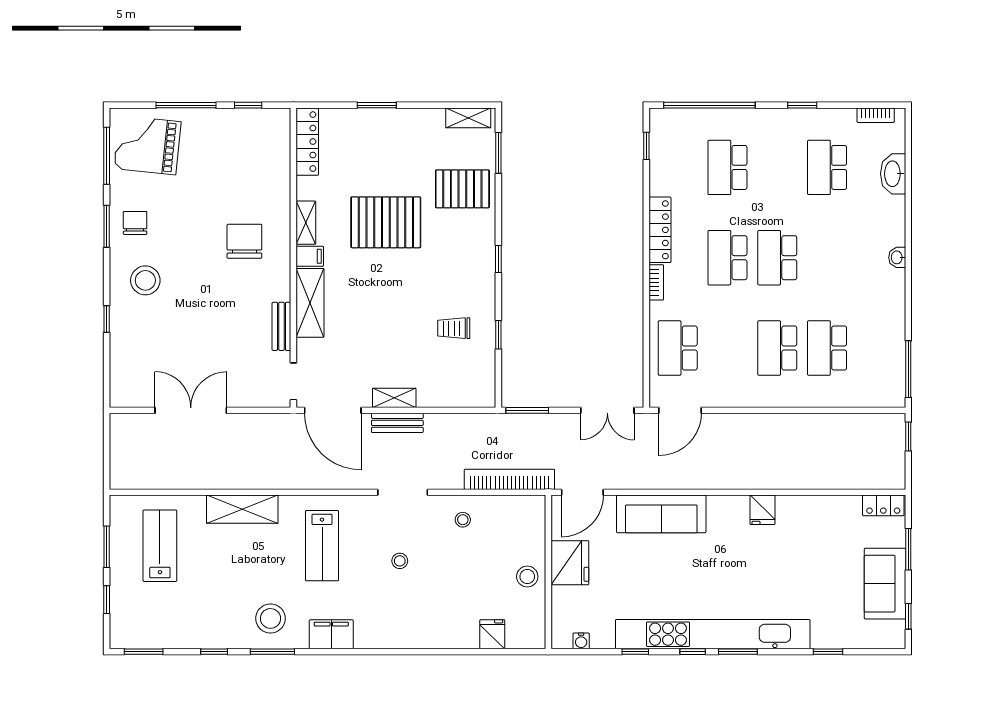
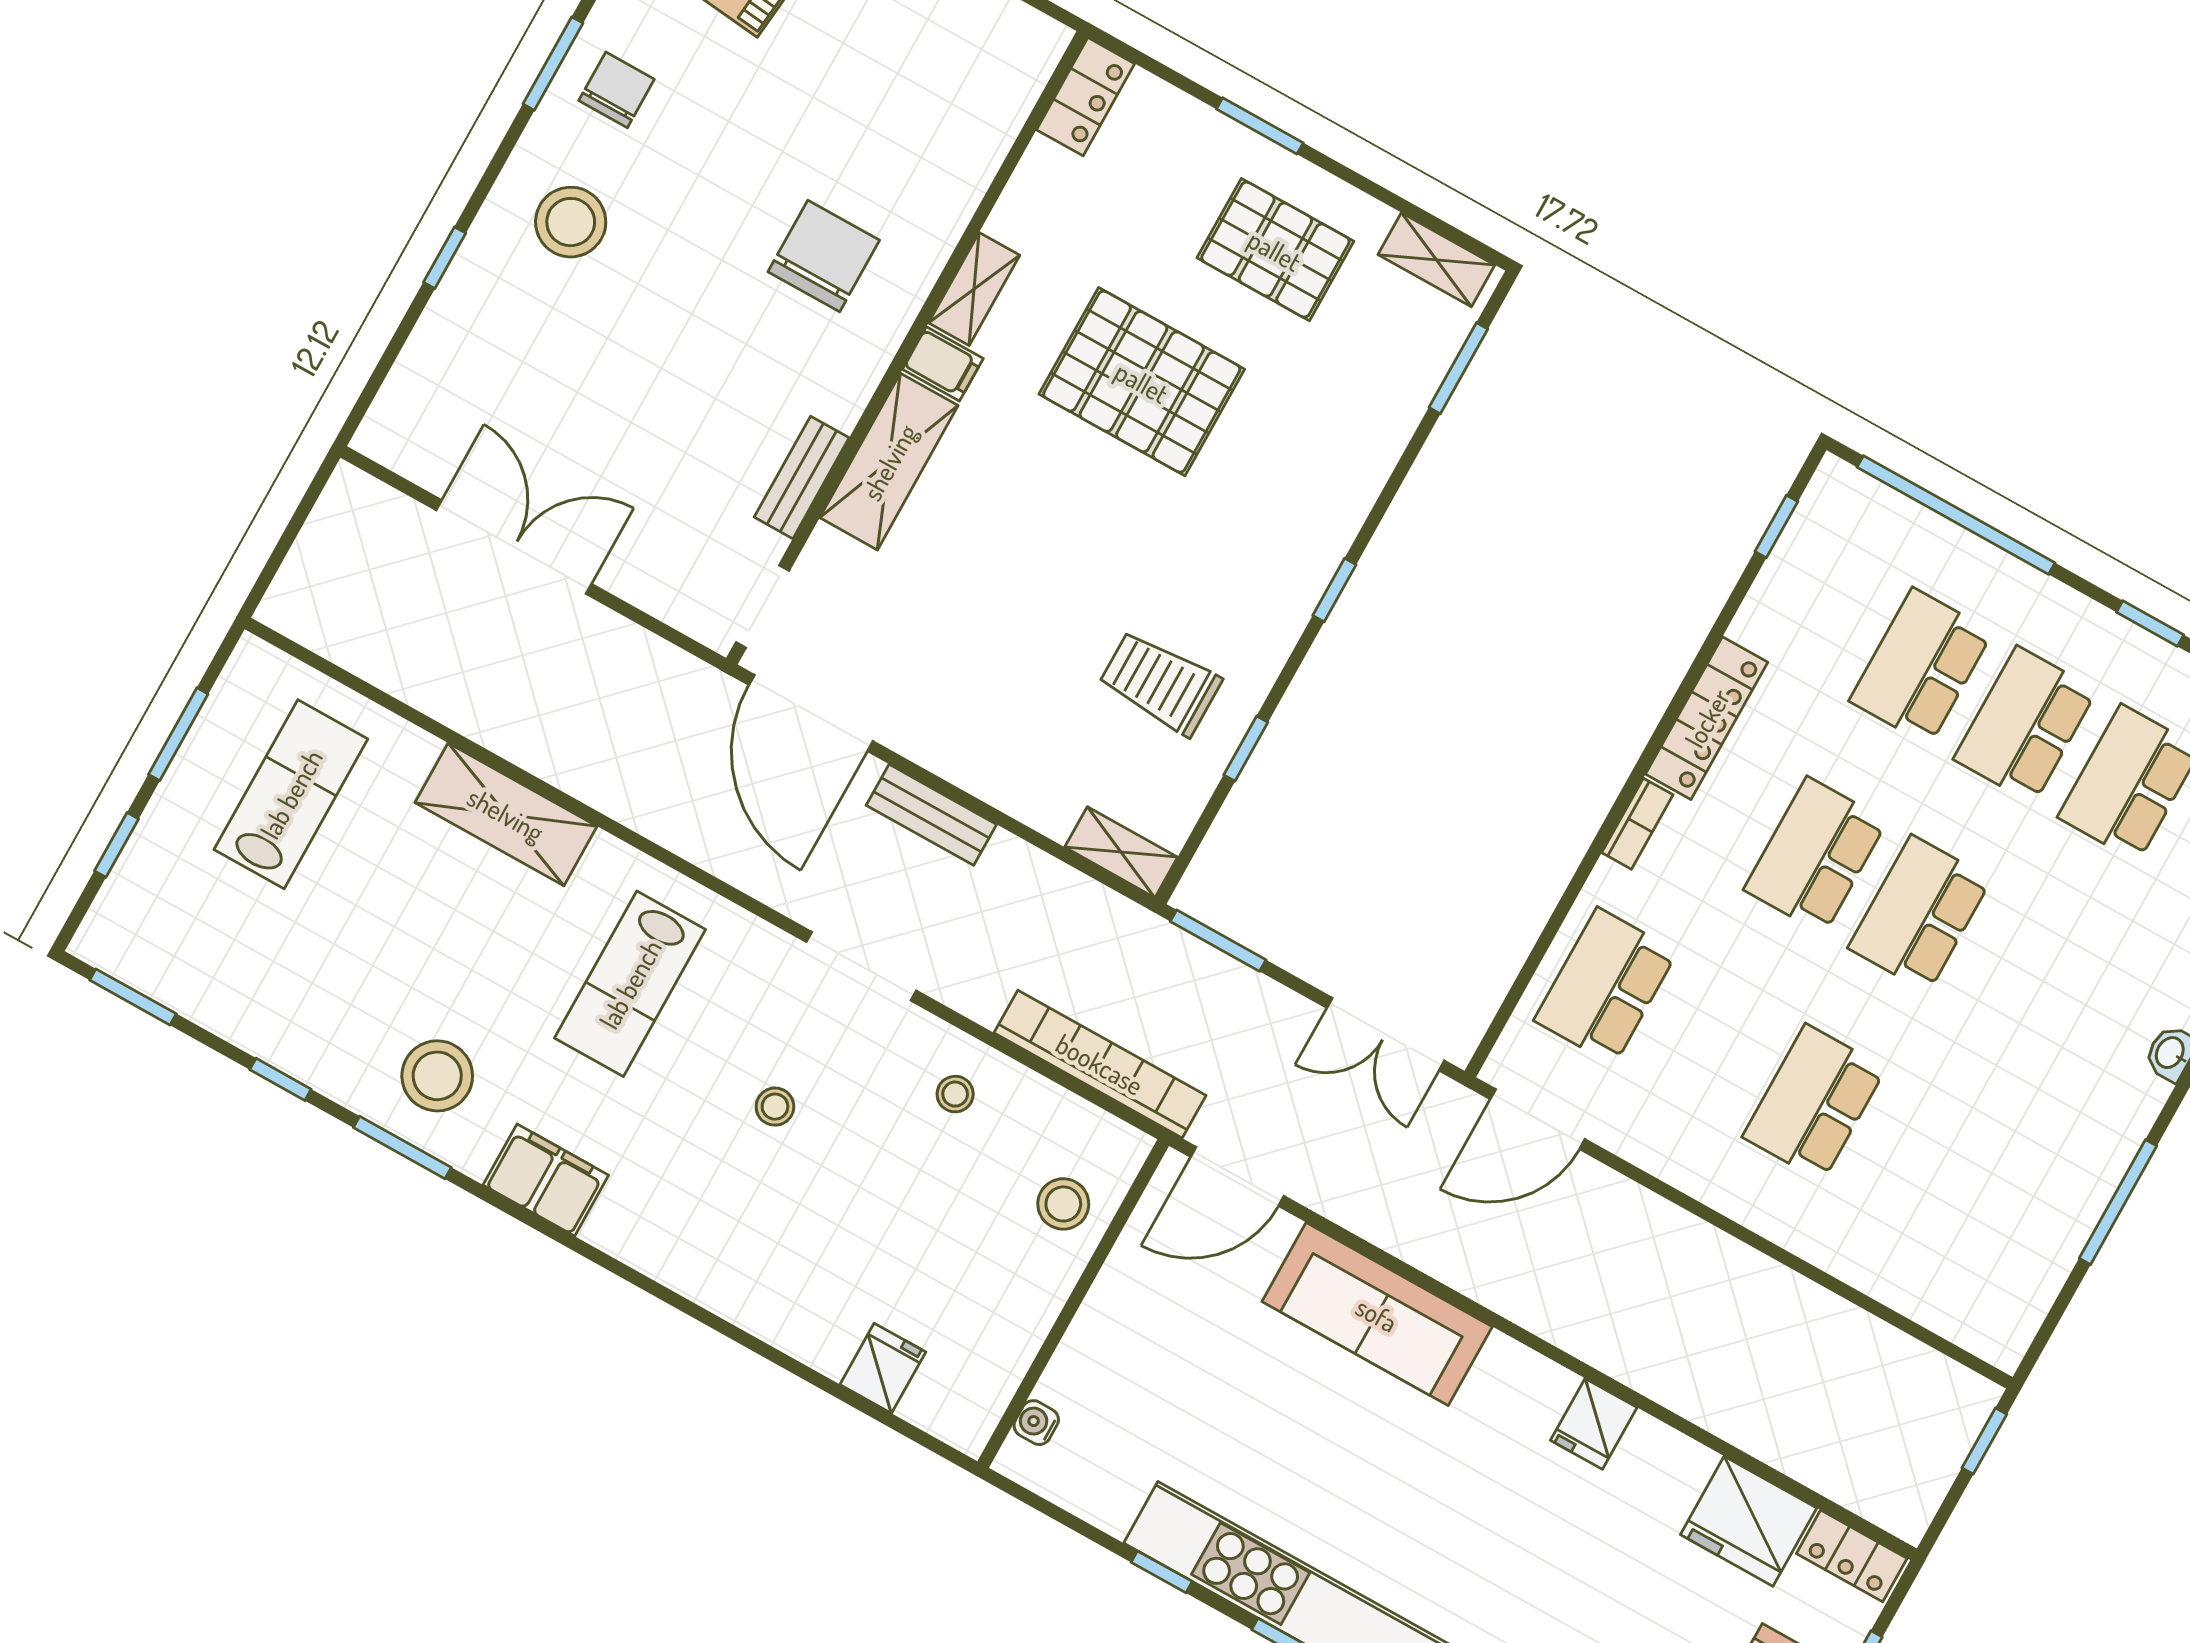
locker: (307, 142) -> (1085, 97), width x0.66
pallet: (462, 189) -> (1275, 250), moved
trolley: (454, 328) -> (1160, 683), width x1.36, depth x1.39
school desk: (827, 348) -> (2025, 725), moved
window: (908, 369) -> (2118, 1202), moved
shelving: (394, 398) -> (1121, 852), moved
fridge: (570, 563) -> (1749, 1521), moved, turned 90
stool: (527, 577) -> (1063, 1204), moved
water cooler: (581, 641) -> (1036, 1423), moved, turned 90

